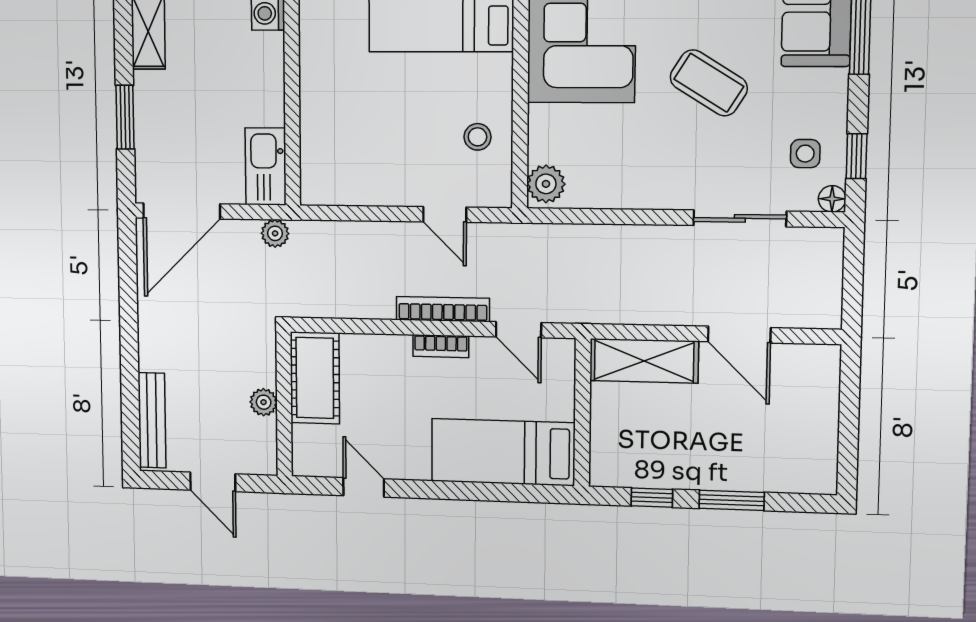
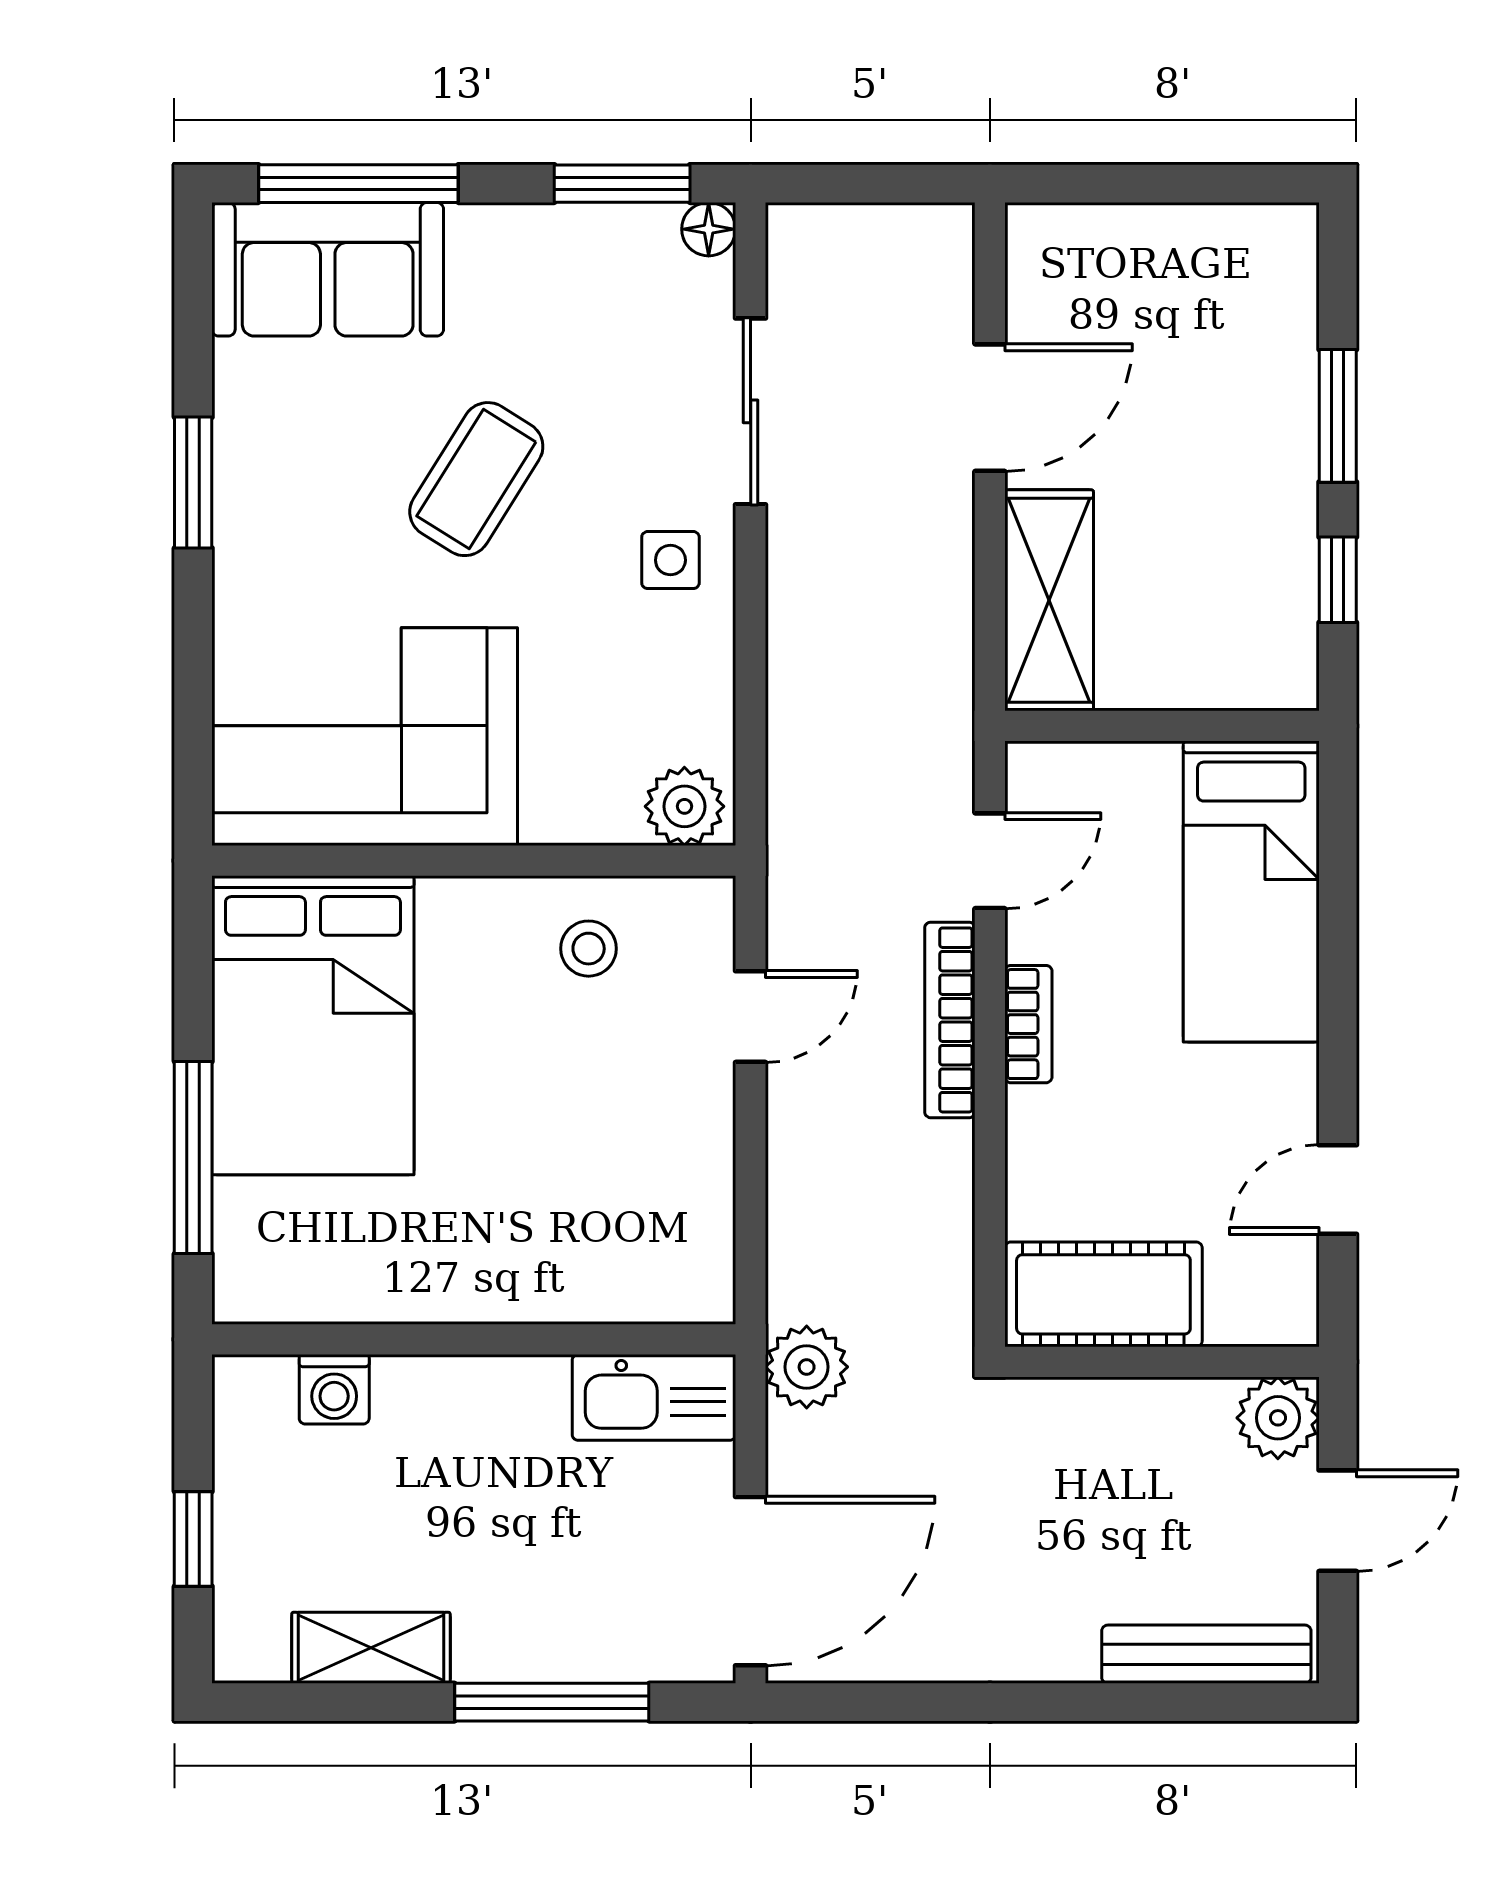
window: (125, 117) -> (552, 1702), width x1.44
side table: (805, 154) -> (670, 560), moved
window: (857, 156) -> (622, 184), width x1.50
door: (182, 211) -> (751, 1581), hinge flipped
plant: (275, 233) -> (807, 1367), width x1.38, depth x1.38
plant: (264, 402) -> (1278, 1418), moved, width x1.38, depth x1.38

